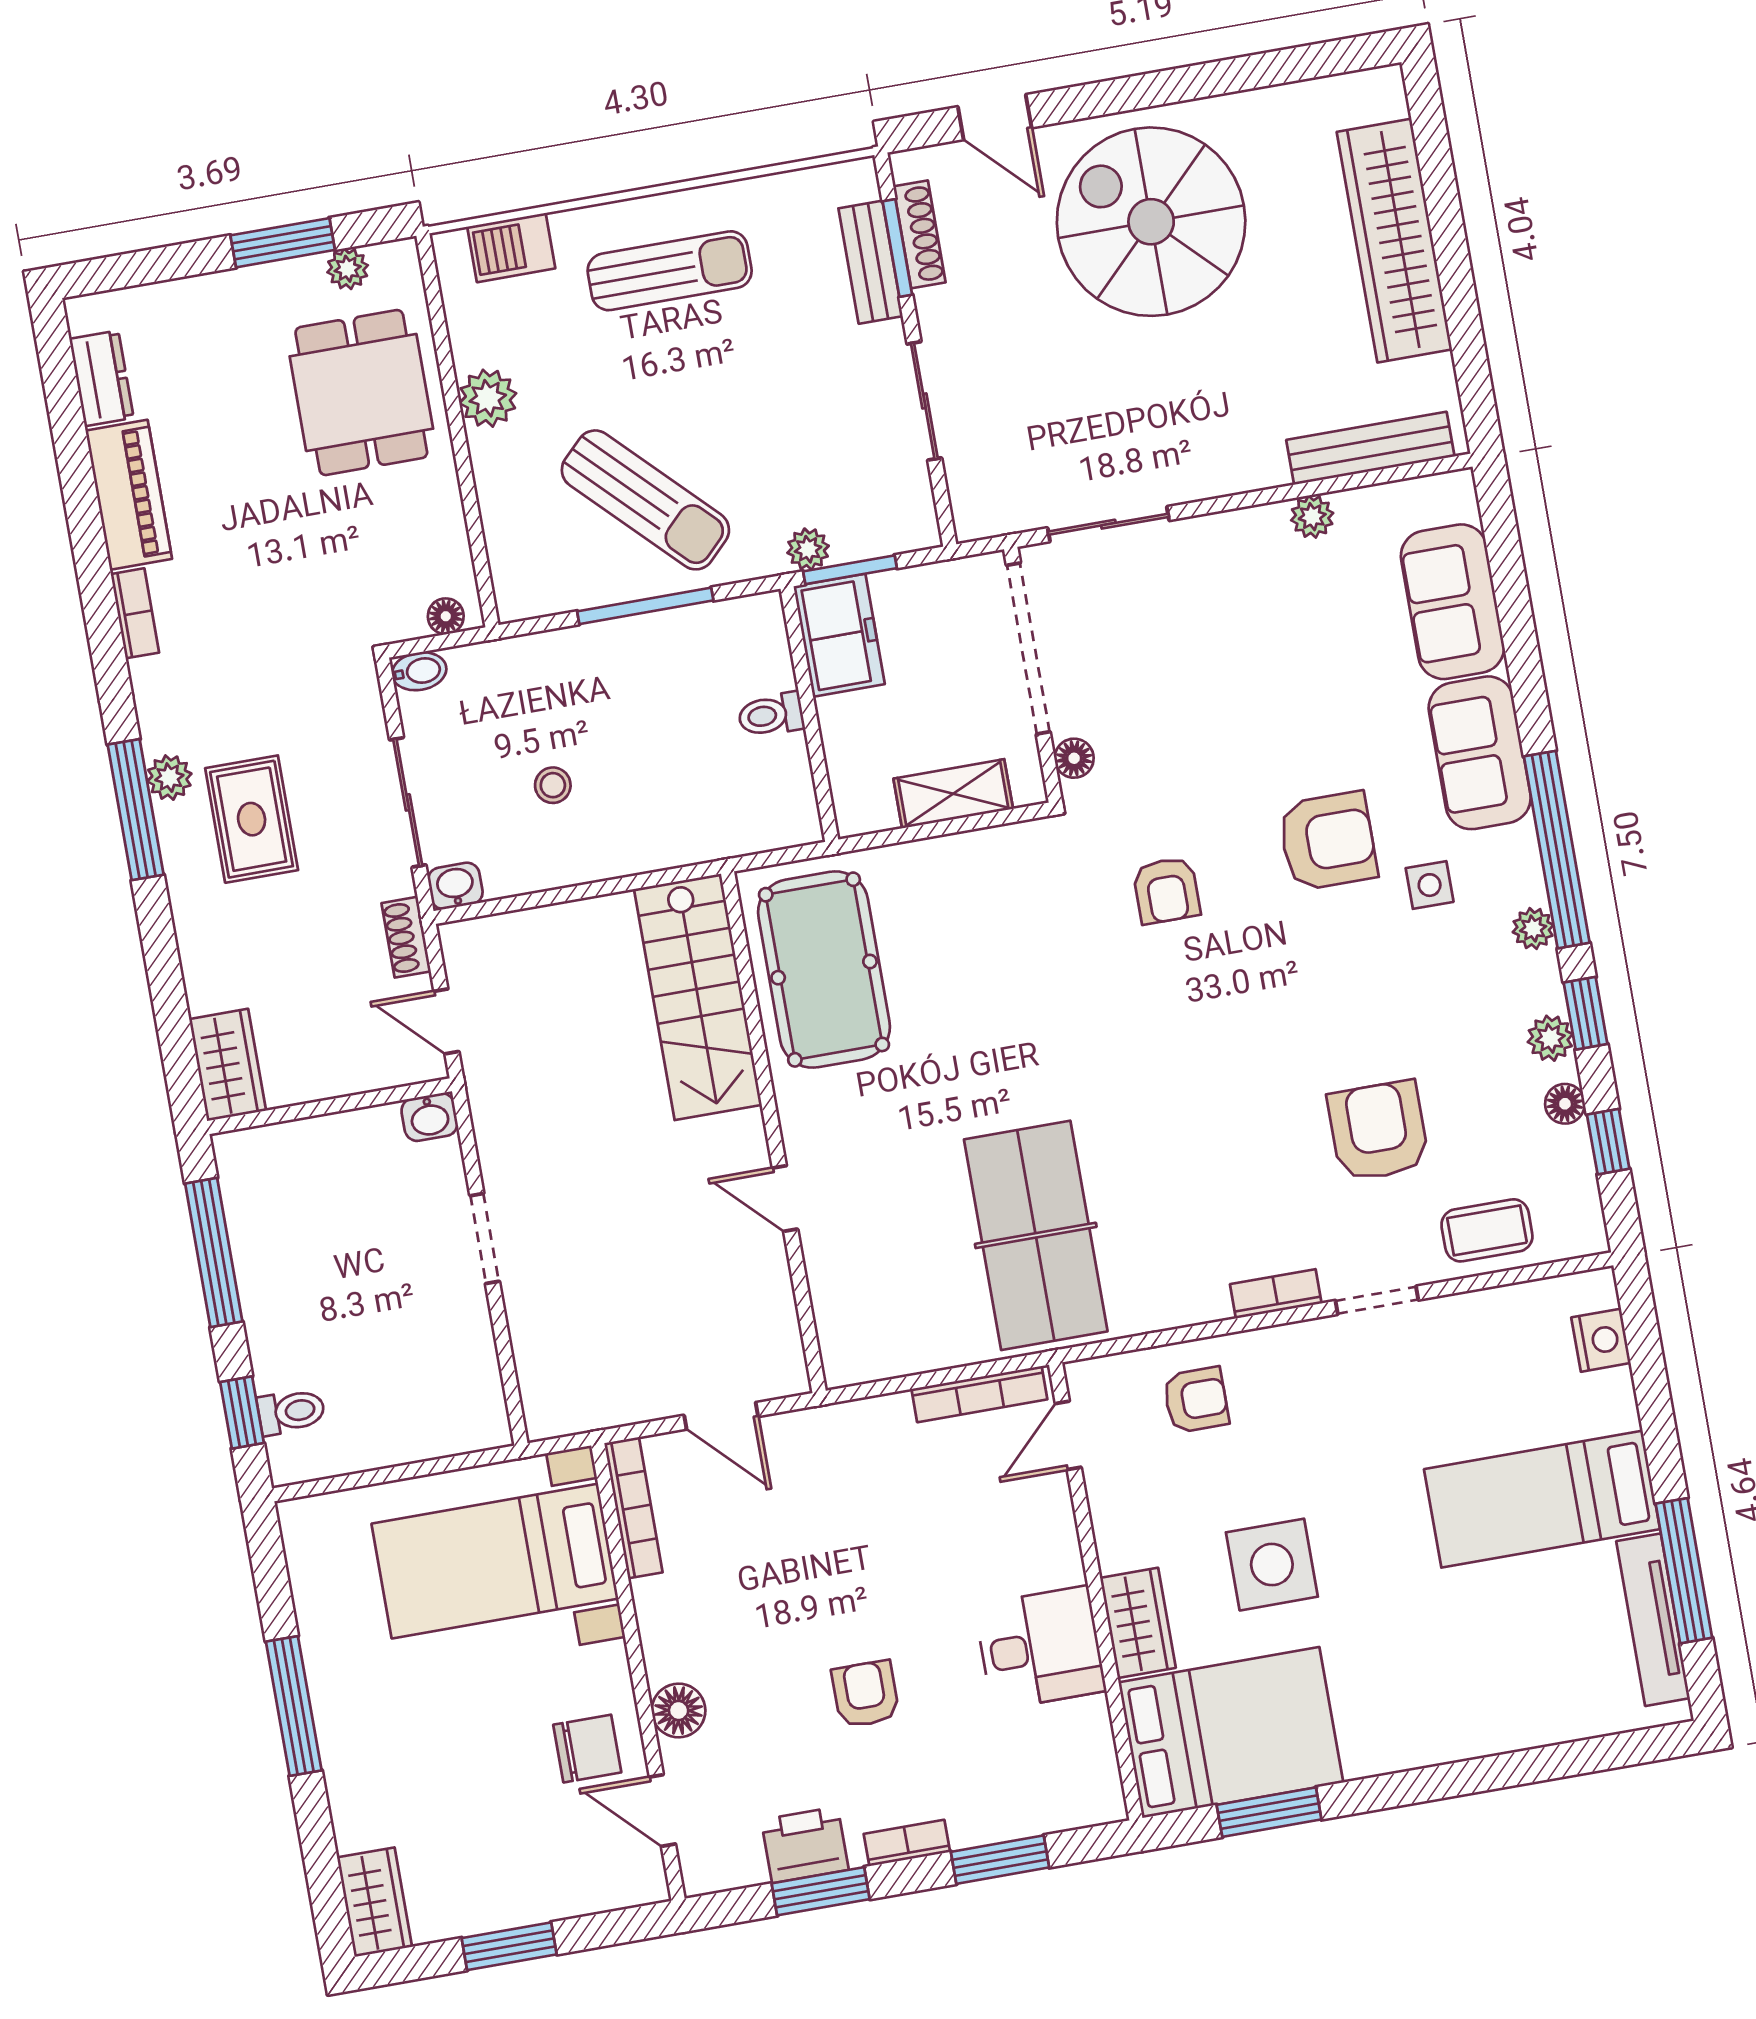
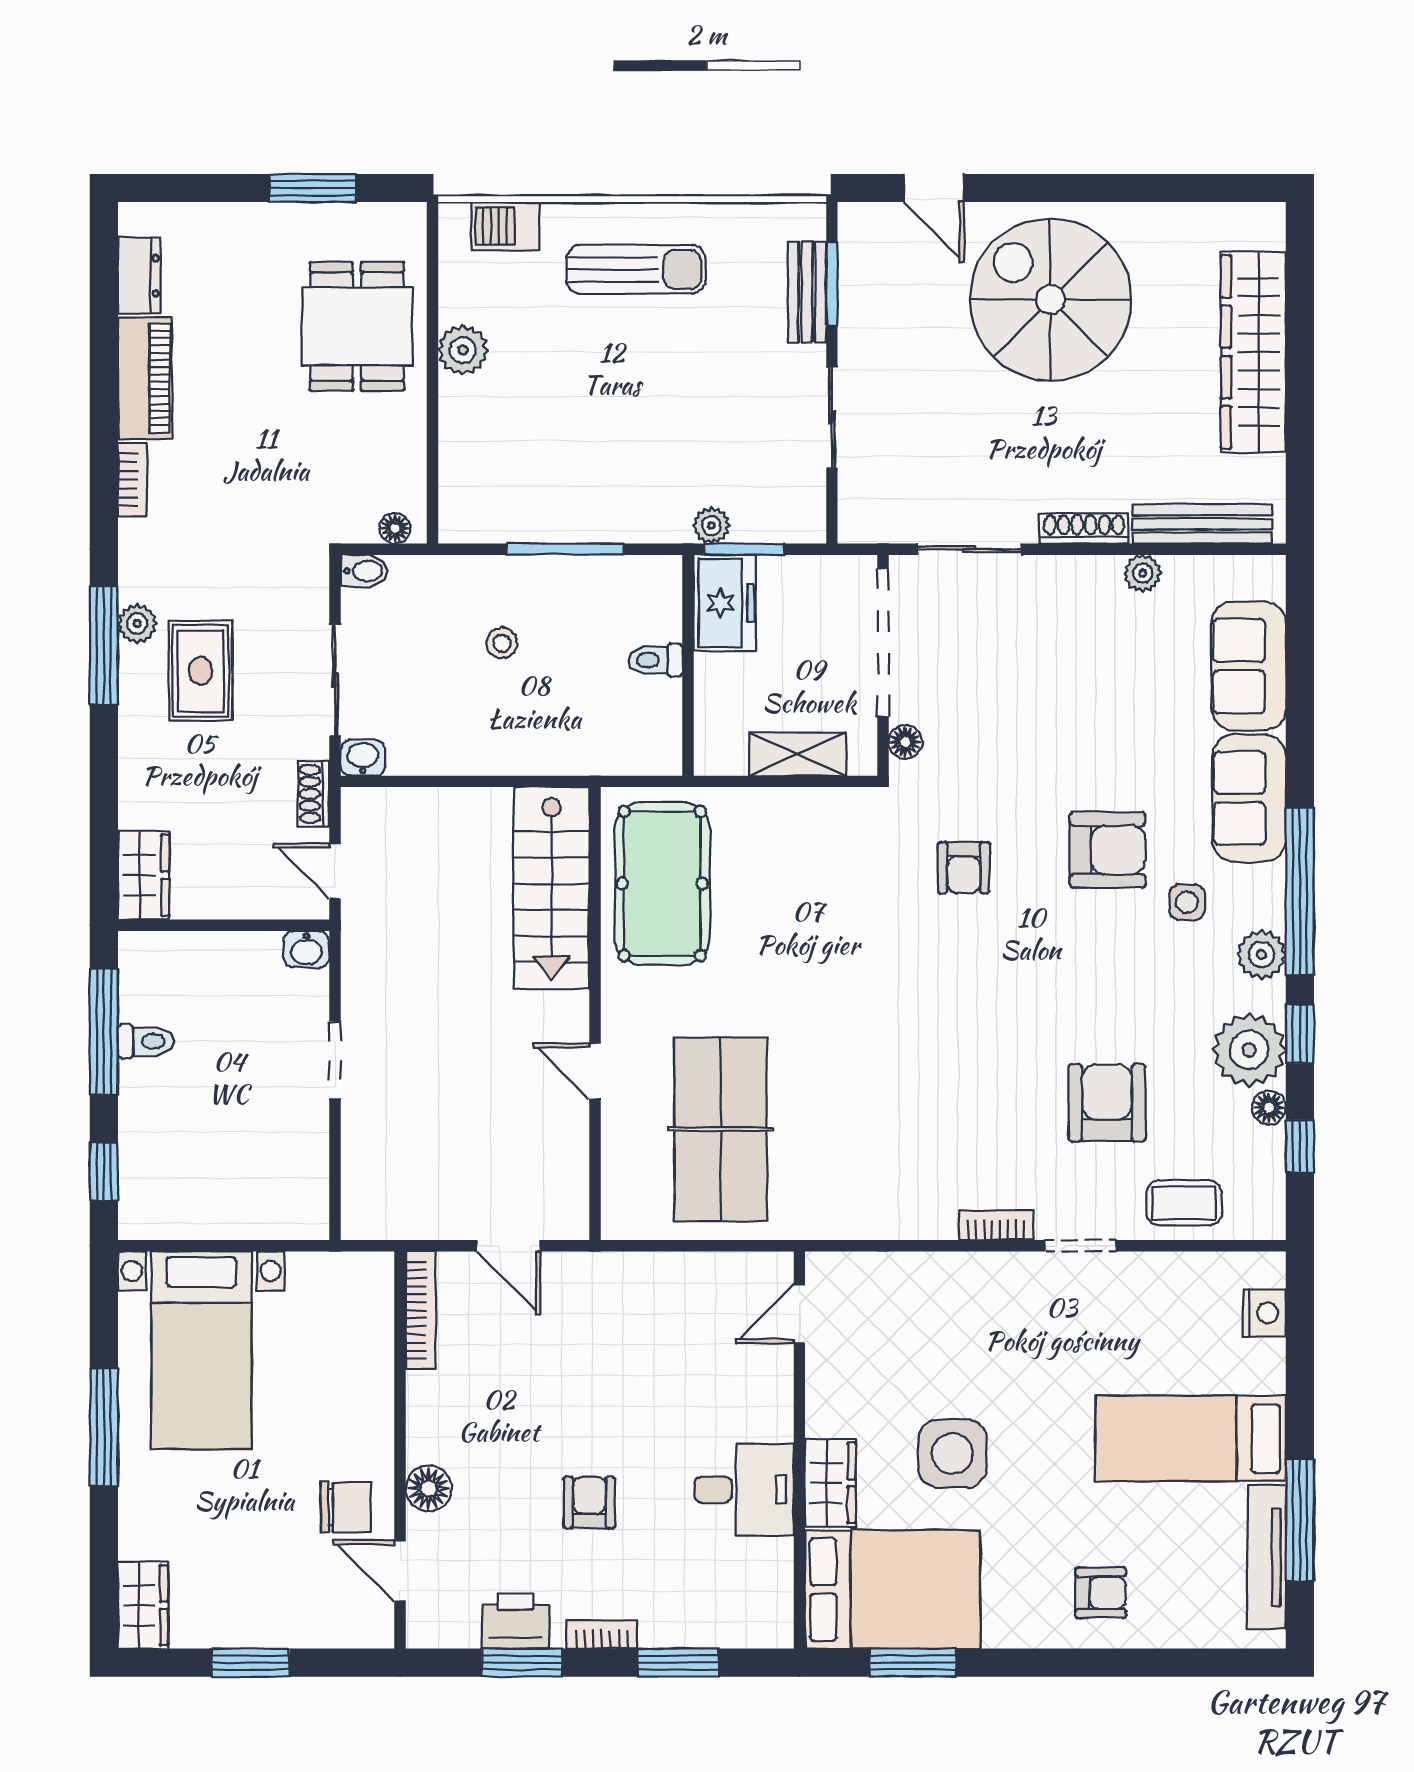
shoe rack: (919, 234) -> (1084, 529), moved, turned -90
plant: (348, 269) -> (364, 220), removed
sun lounger: (645, 500) -> (581, 460), removed
stool: (553, 785) -> (502, 643), moved
plant: (1533, 929) -> (1261, 955), width x1.38, depth x1.38
plant: (1550, 1038) -> (1249, 1050), width x1.88, depth x1.88
table tennis table: (1036, 1235) -> (721, 1129), moved
bookcase: (979, 1394) -> (730, 1266), removed
armchair: (1196, 1400) -> (1101, 1593), moved
toilet: (291, 1412) -> (146, 1041), moved
bed with nightstands: (495, 1561) -> (201, 1350), moved, turned -90

